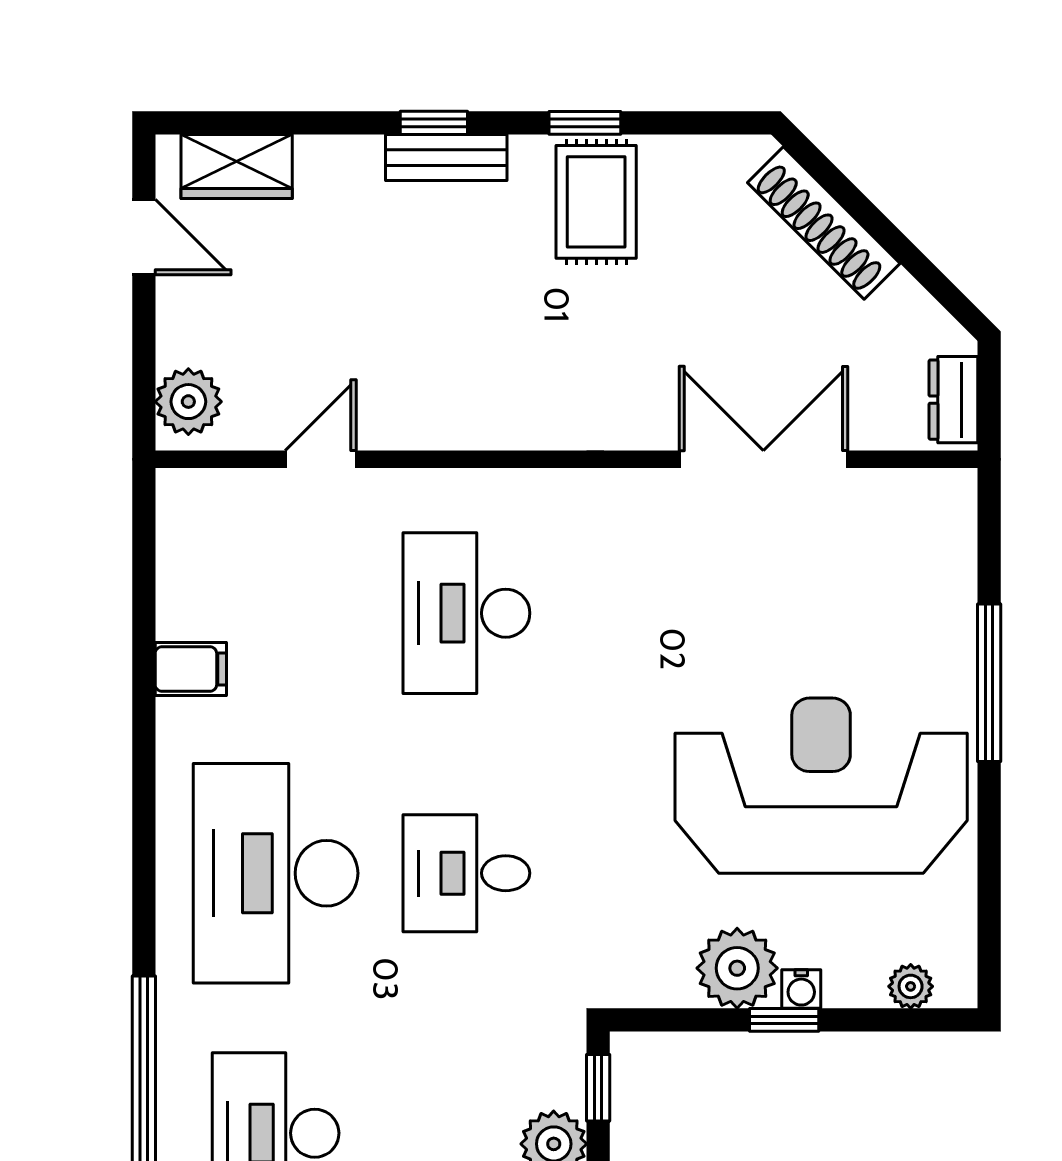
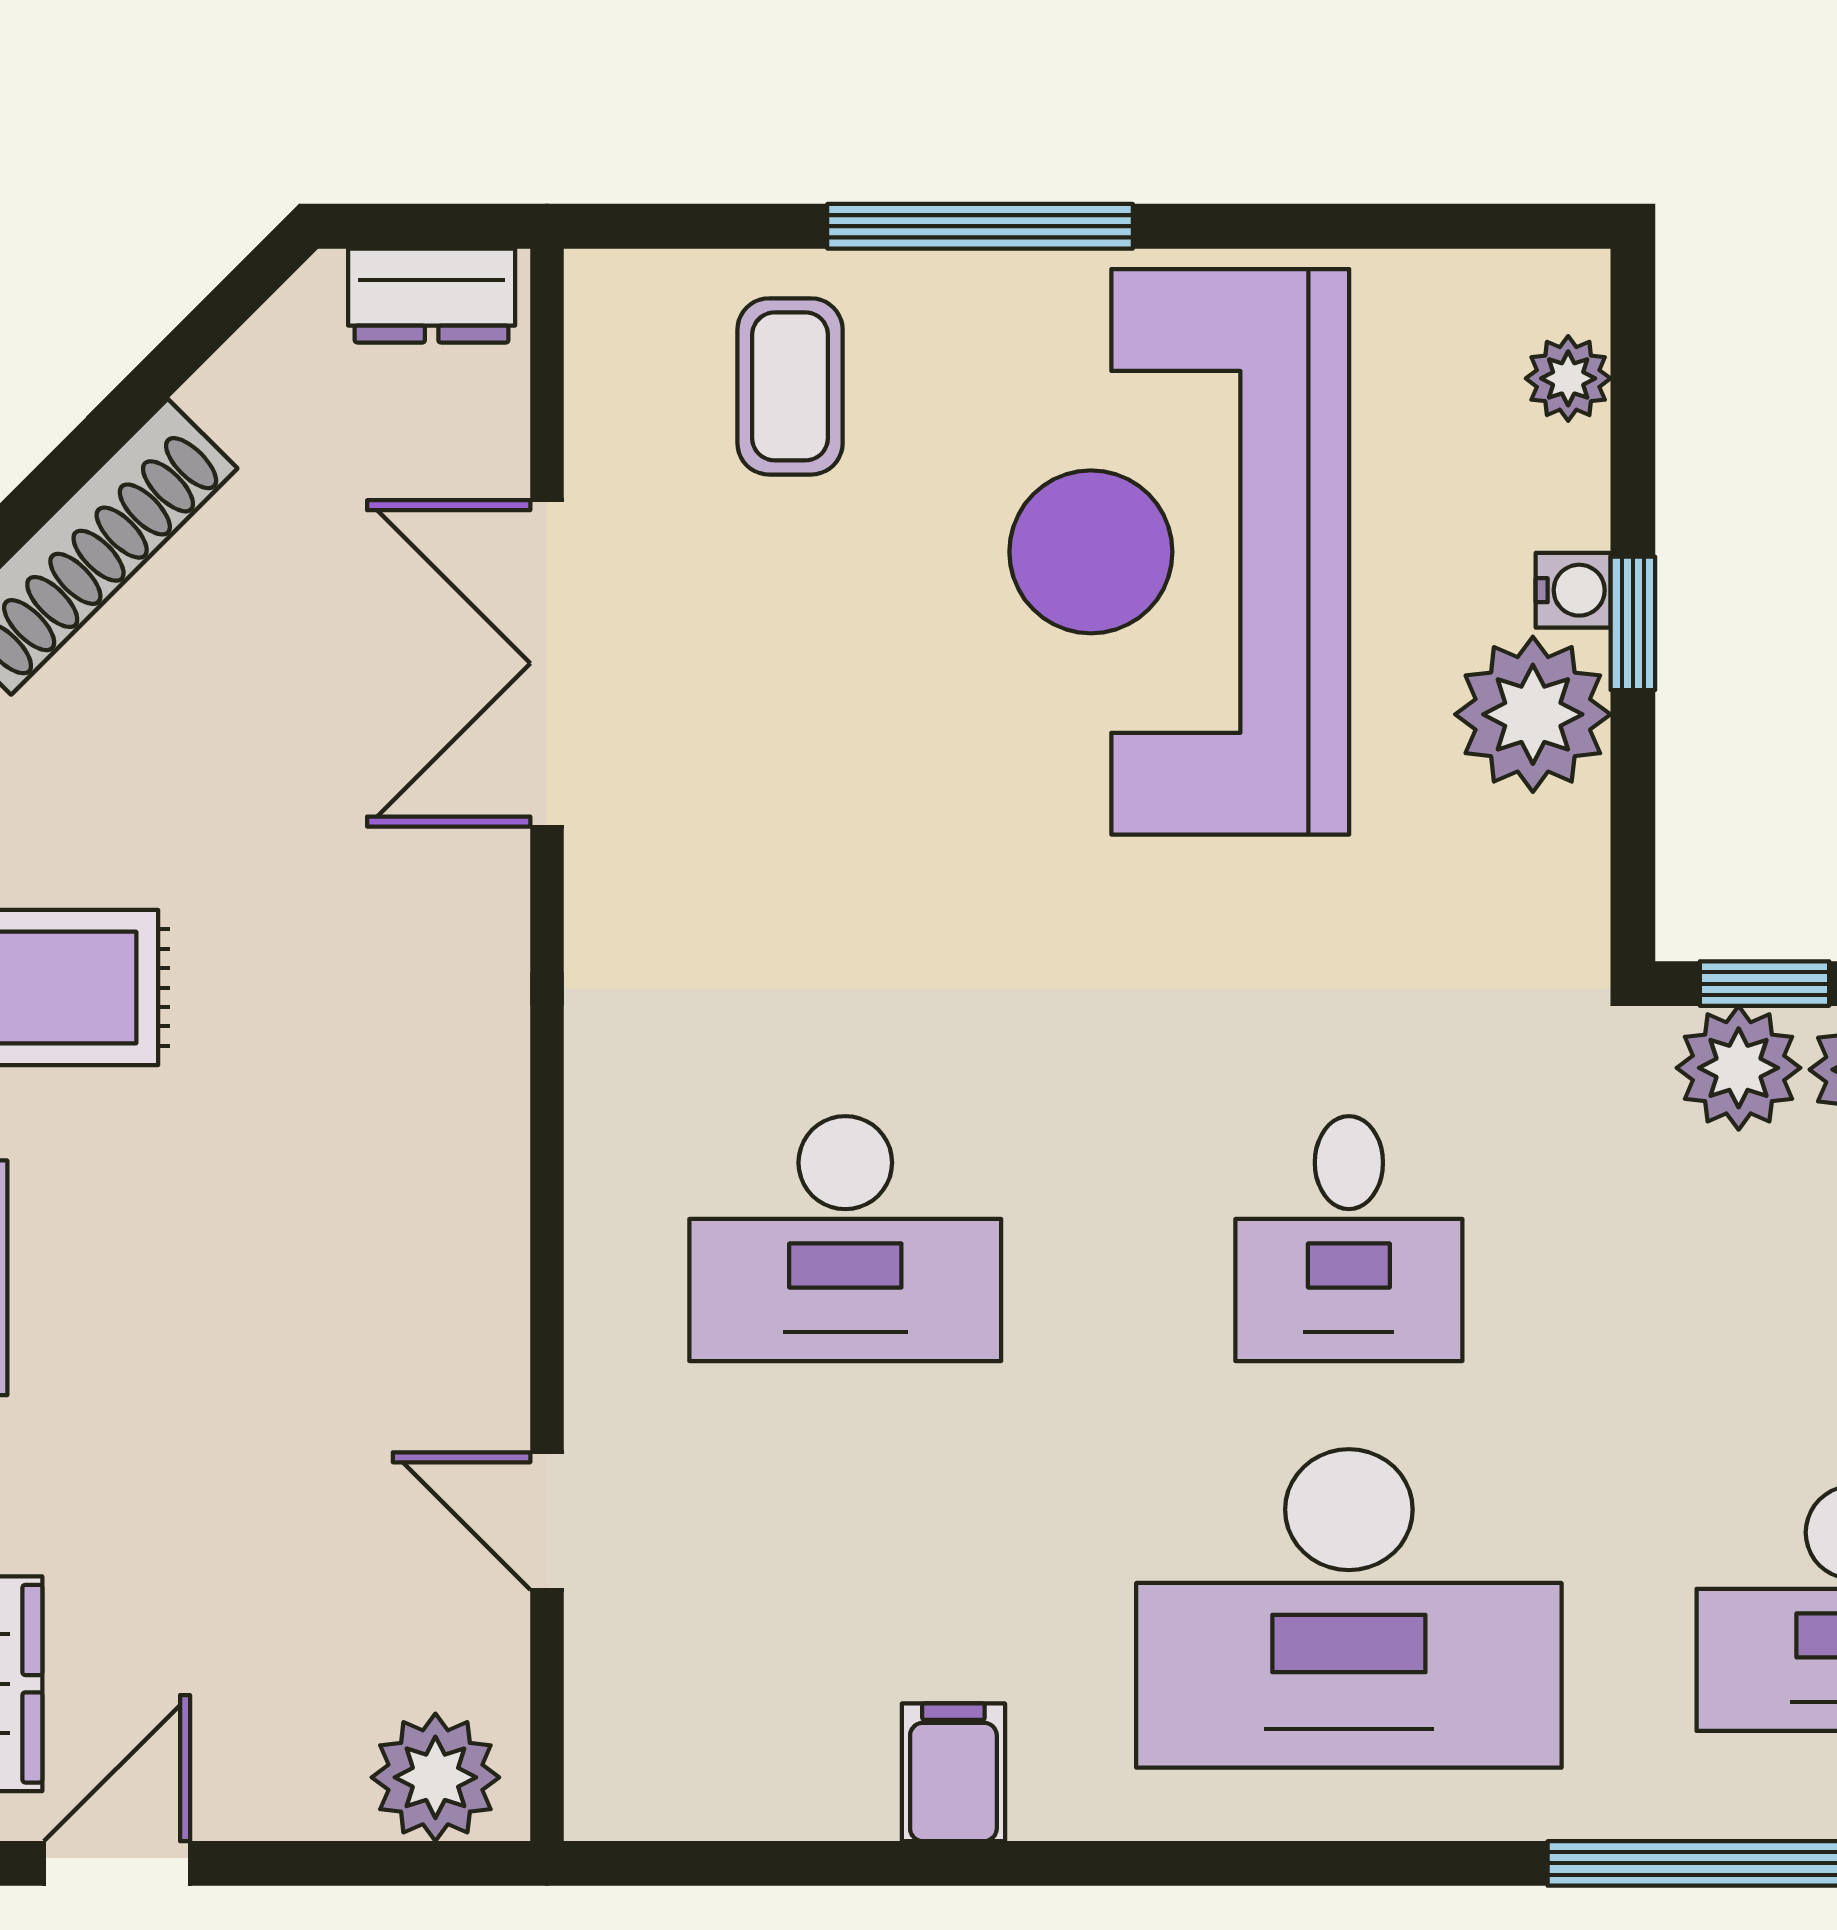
coffee table: (906, 585) -> (790, 386), added
plant: (555, 1074) -> (1739, 1068), added

